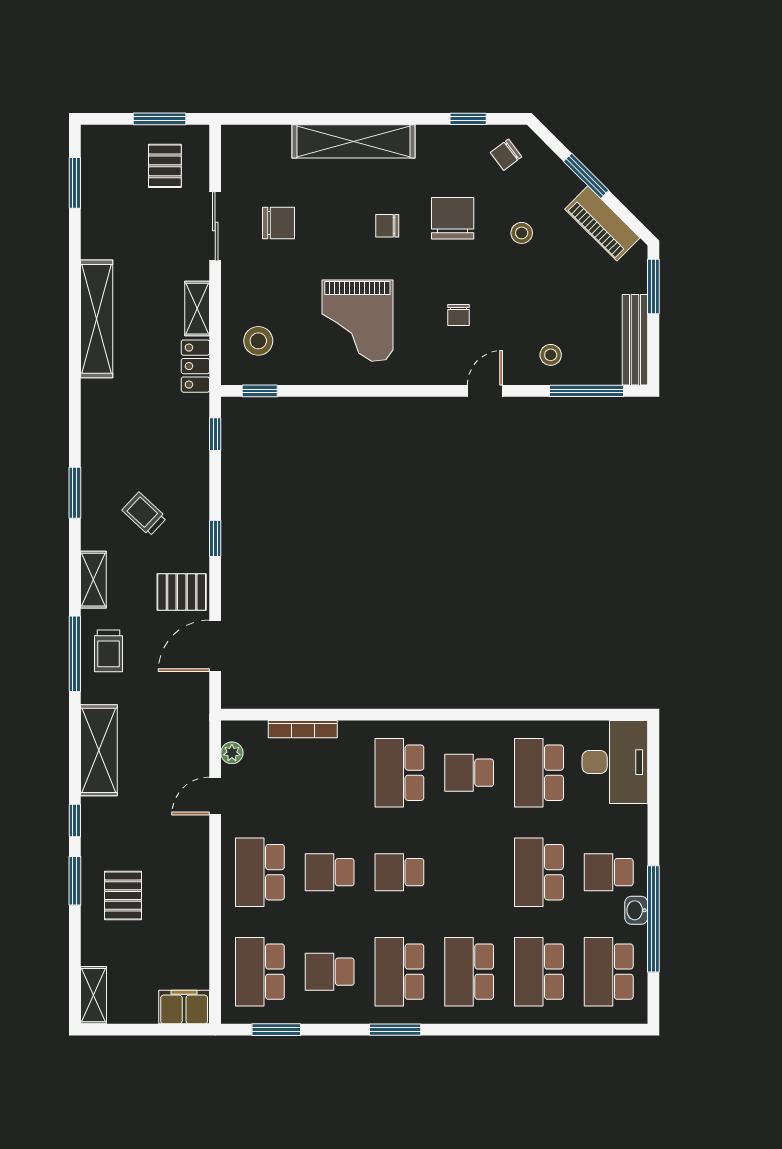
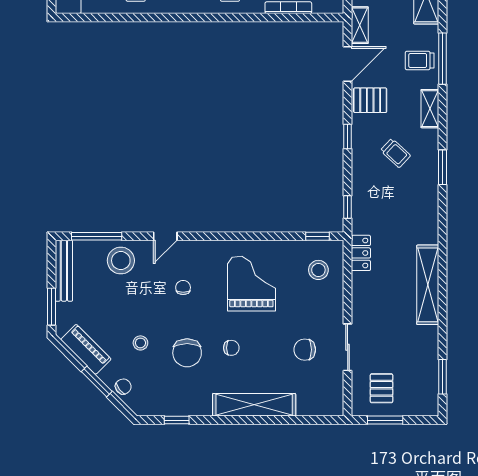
chair: (506, 155) -> (123, 387), moved
shelving: (197, 309) -> (360, 25), moved
stool: (551, 355) -> (121, 261), width x1.89, depth x1.89
trolley: (108, 651) -> (420, 61), turned -90

